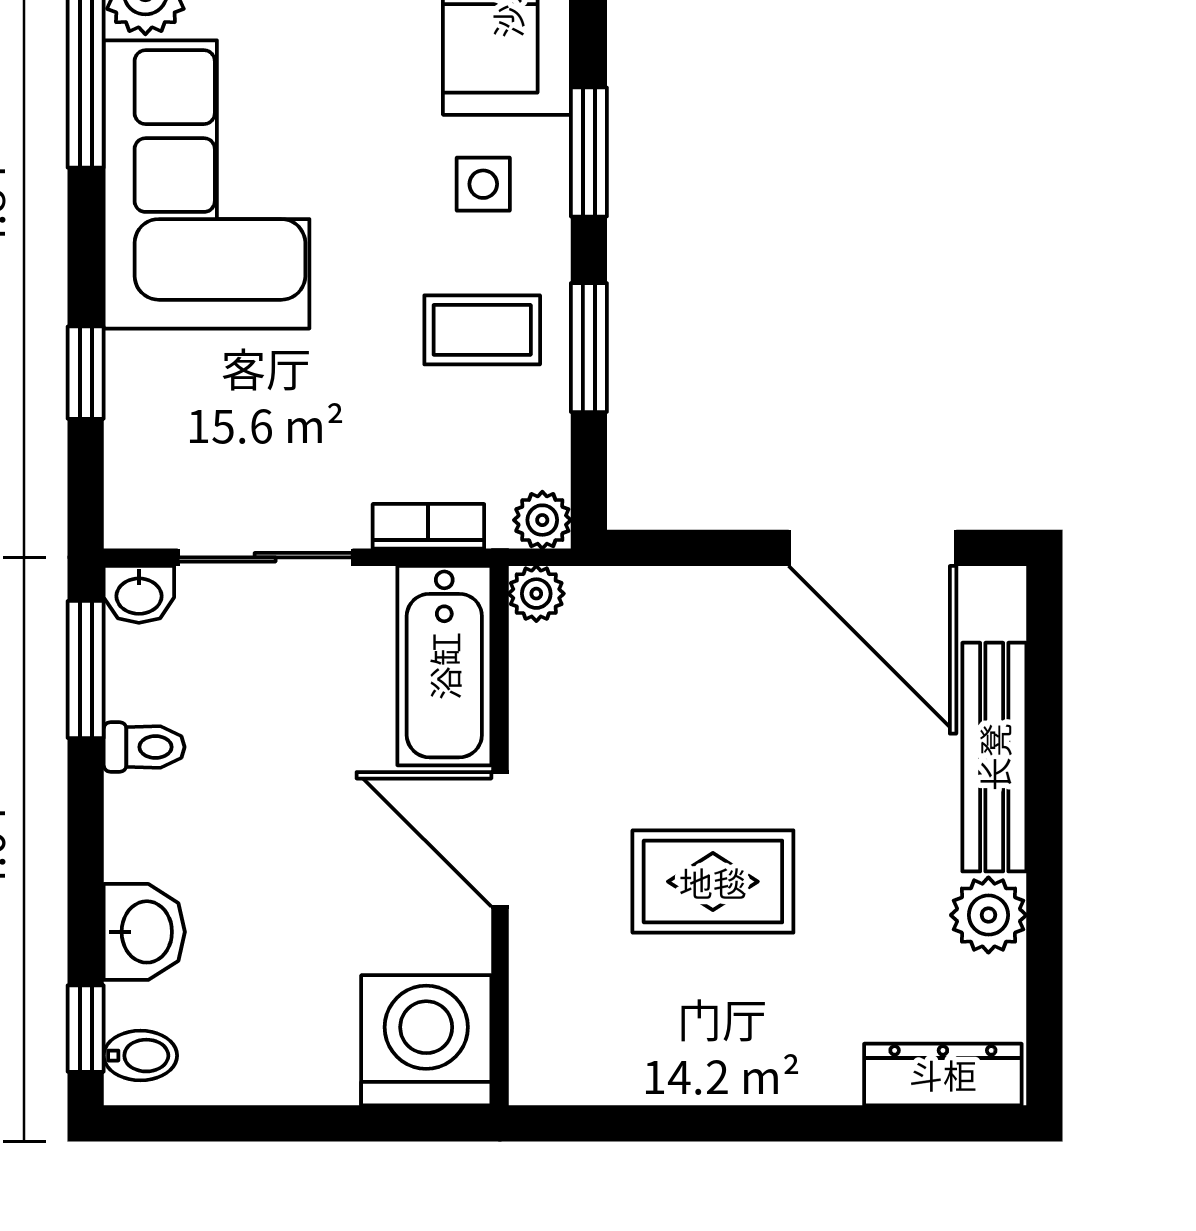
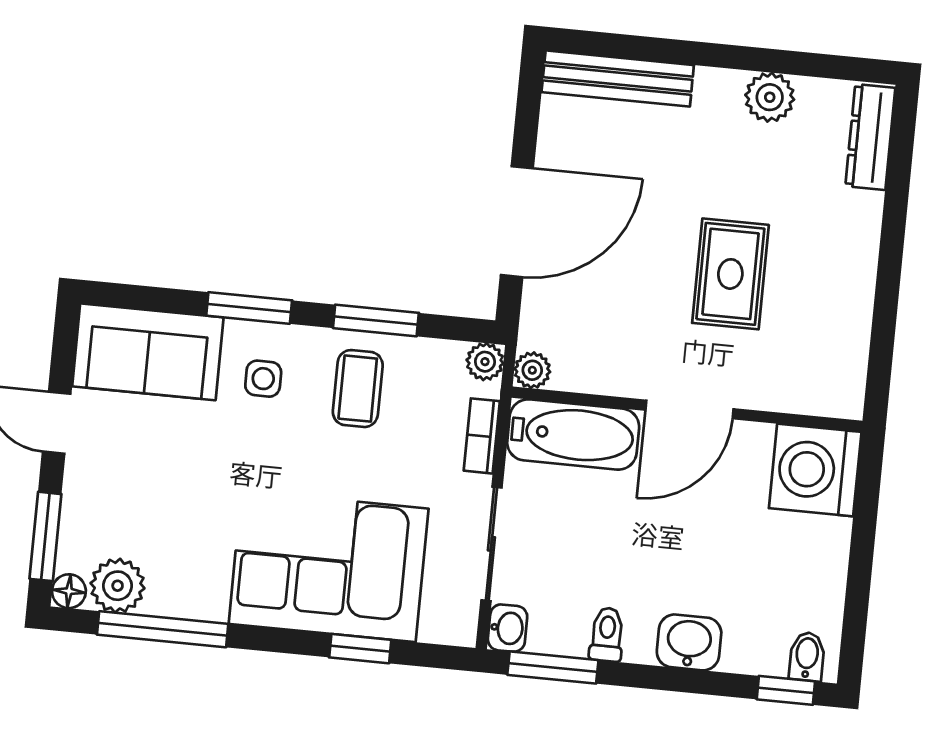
corner sofa: (207, 184) -> (329, 566), moved
door: (872, 548) -> (517, 222), moved
bench: (994, 757) -> (618, 79), moved
washbasin: (144, 932) -> (689, 642), moved

